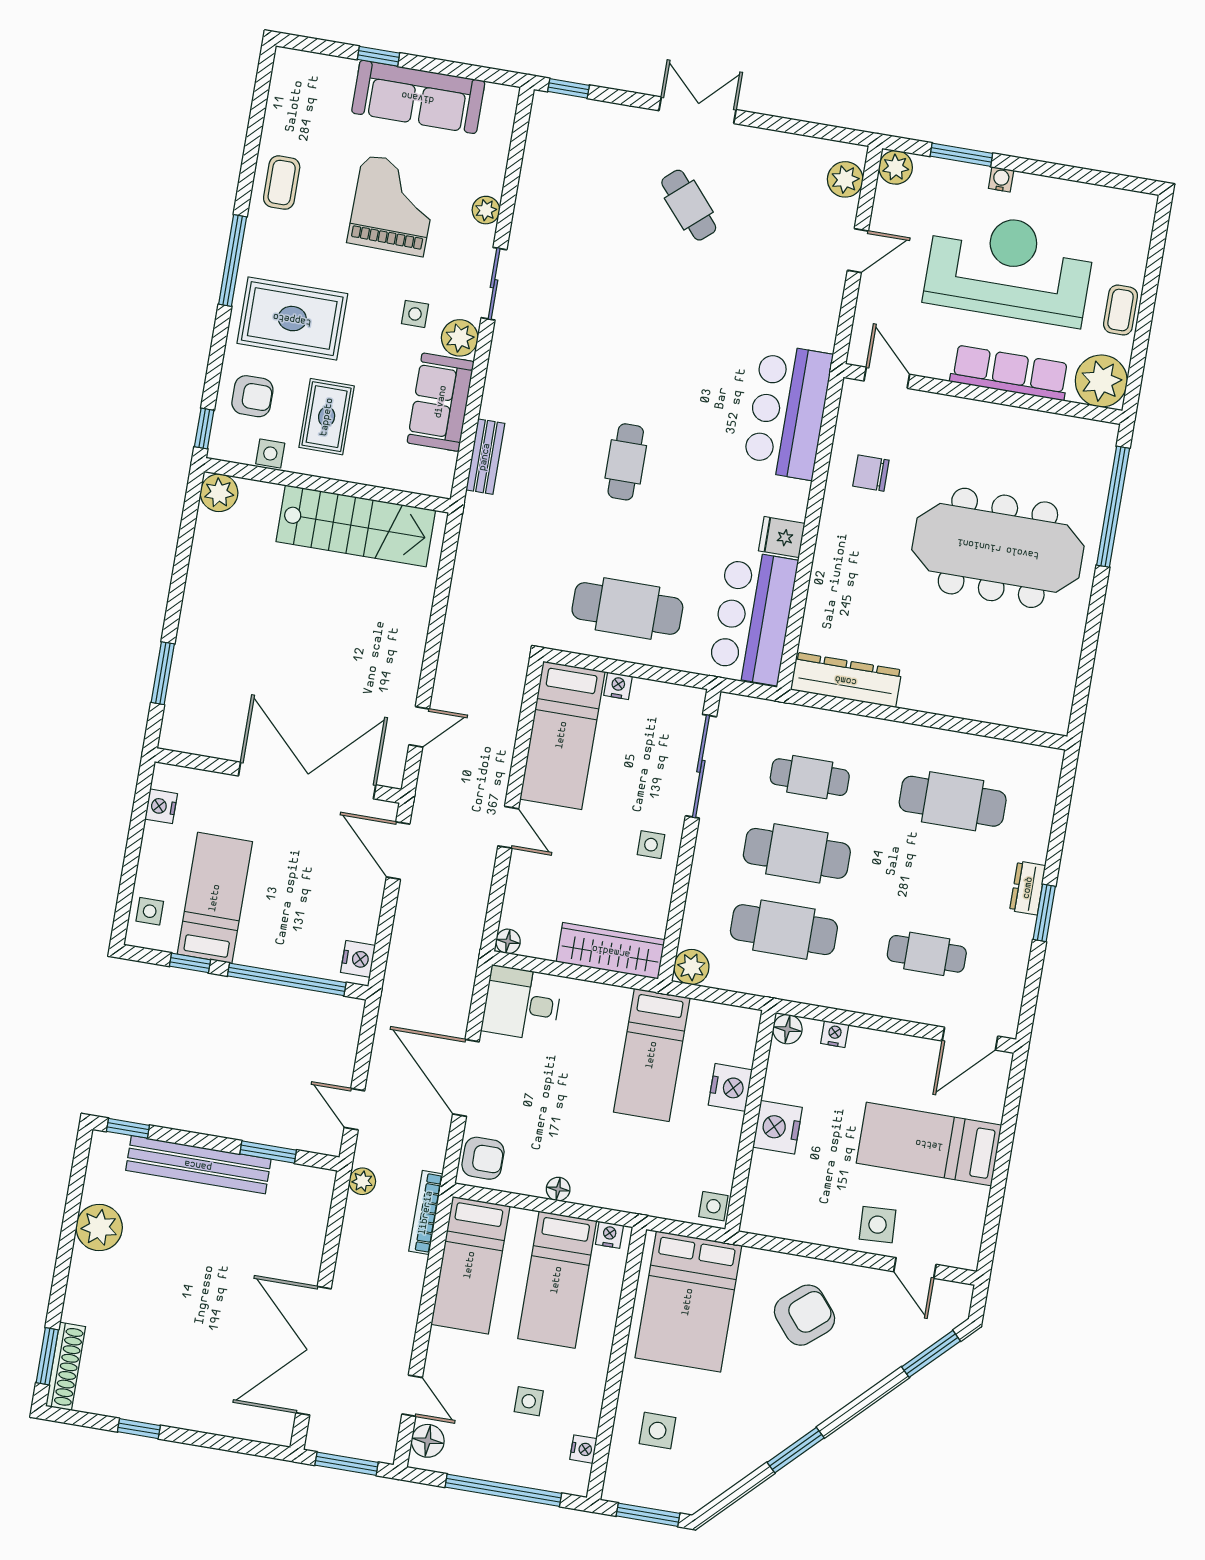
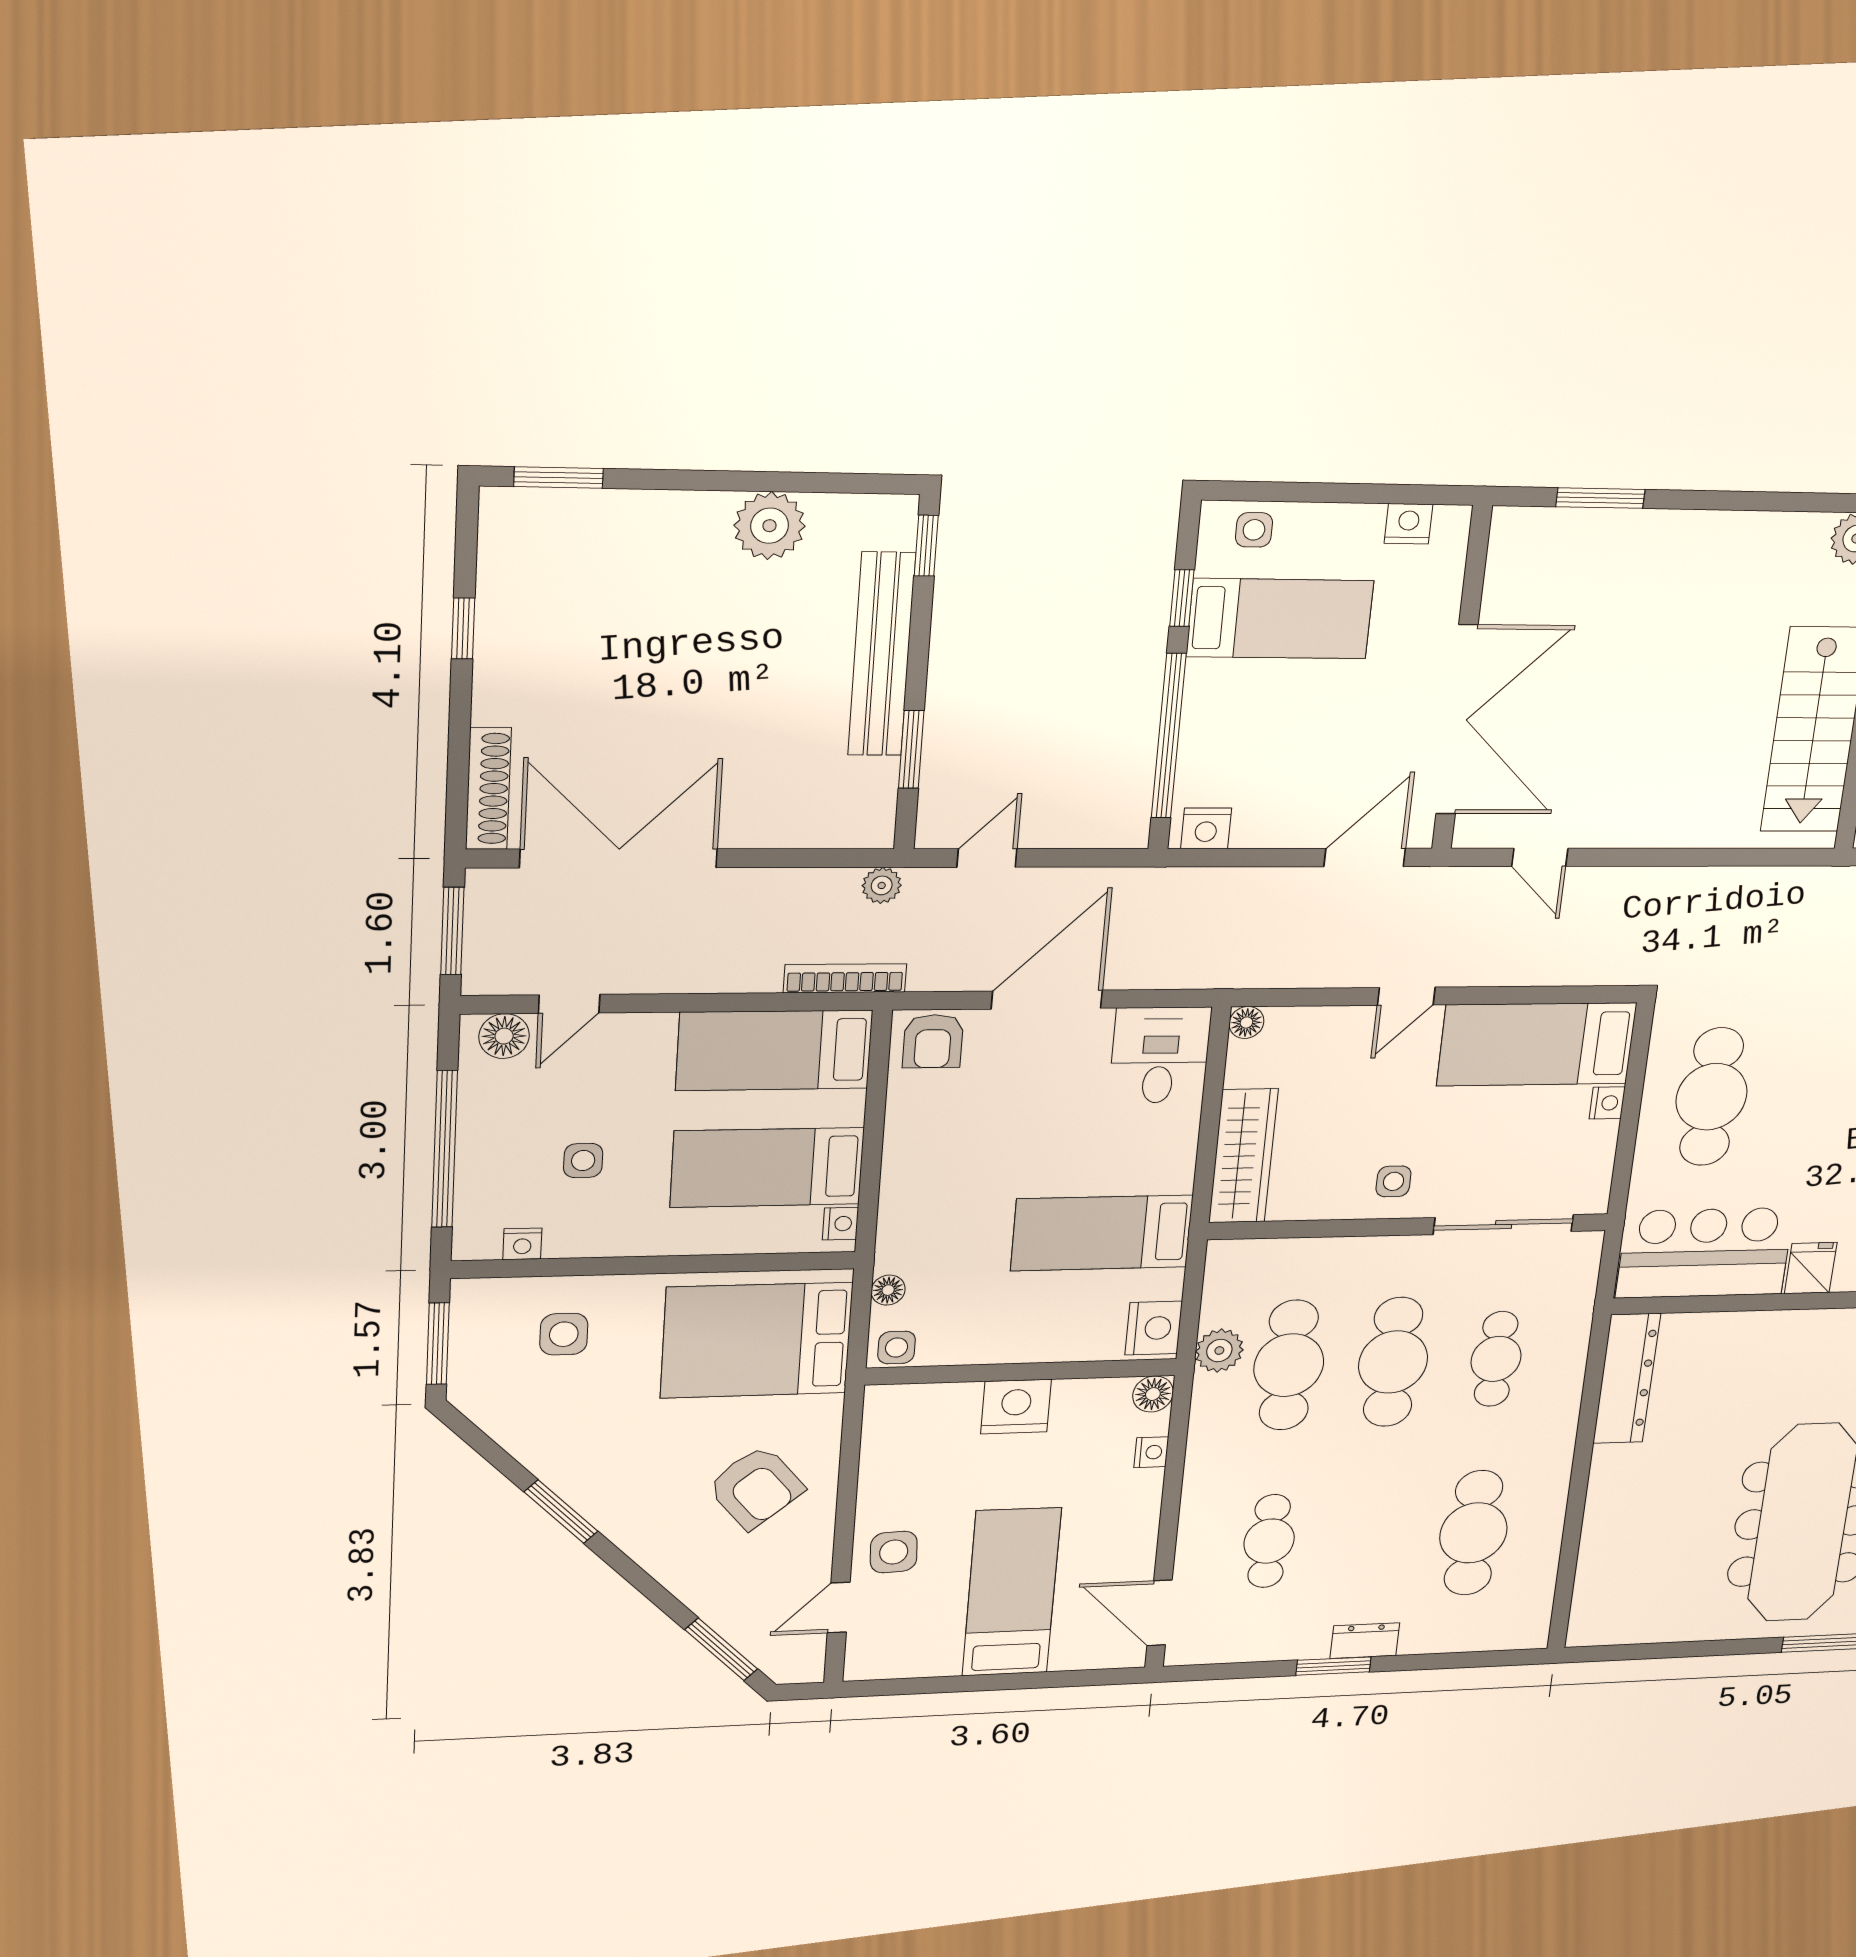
plant: (691, 967) -> (1219, 1351), moved
nightstand: (730, 1087) -> (1154, 1328), moved, turned -90
floor lamp: (558, 1189) -> (888, 1290), moved
shoe rack: (66, 1366) -> (488, 789), moved, turned -90

